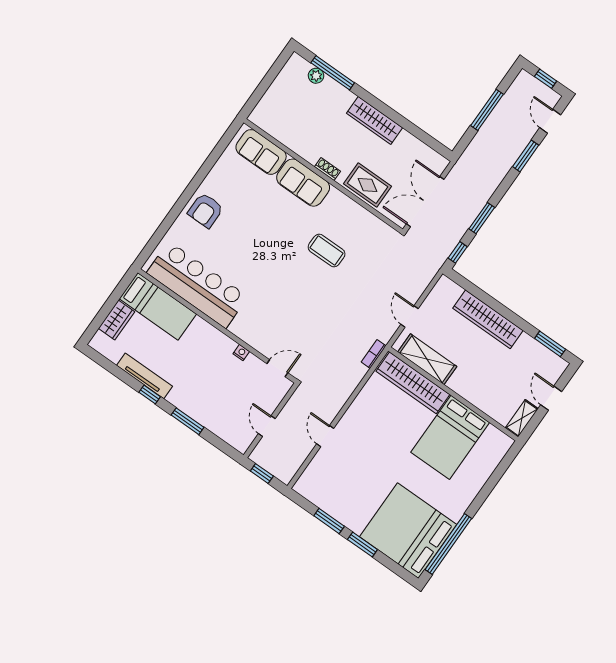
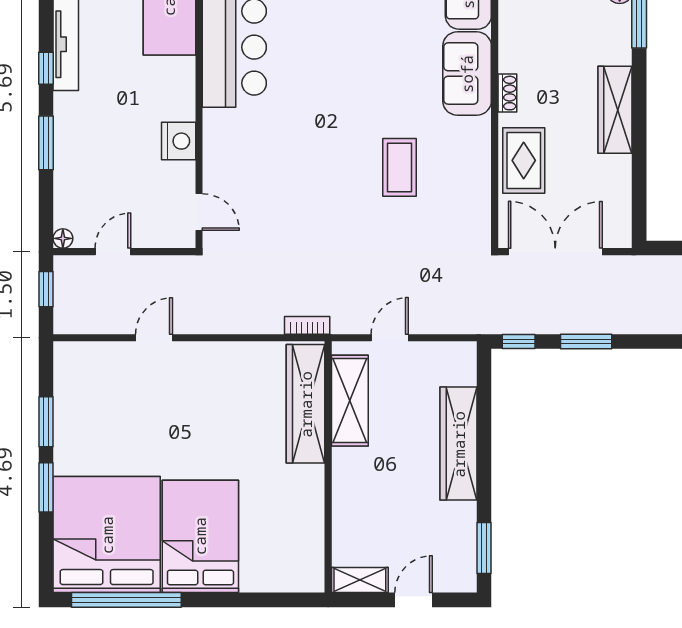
nightstand: (241, 353) -> (179, 141), width x1.89, depth x1.79
bed: (450, 437) -> (200, 536), moved, turned 90
floor lamp: (242, 447) -> (63, 238), added

